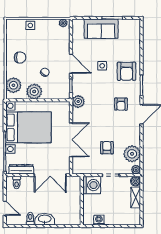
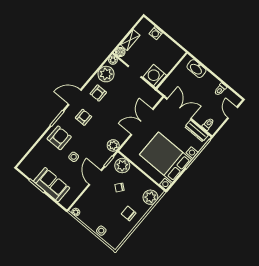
plant: (34, 92) -> (122, 166), moved
armchair: (107, 148) -> (98, 93), moved
washbasin: (45, 219) -> (196, 69), moved
washing machine: (99, 220) -> (156, 33), moved

